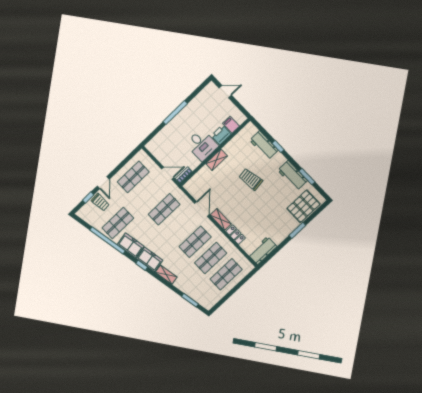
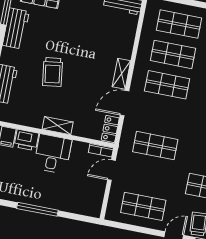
door: (168, 173) -> (111, 170), hinge flipped
locker: (236, 235) -> (110, 129), moved

